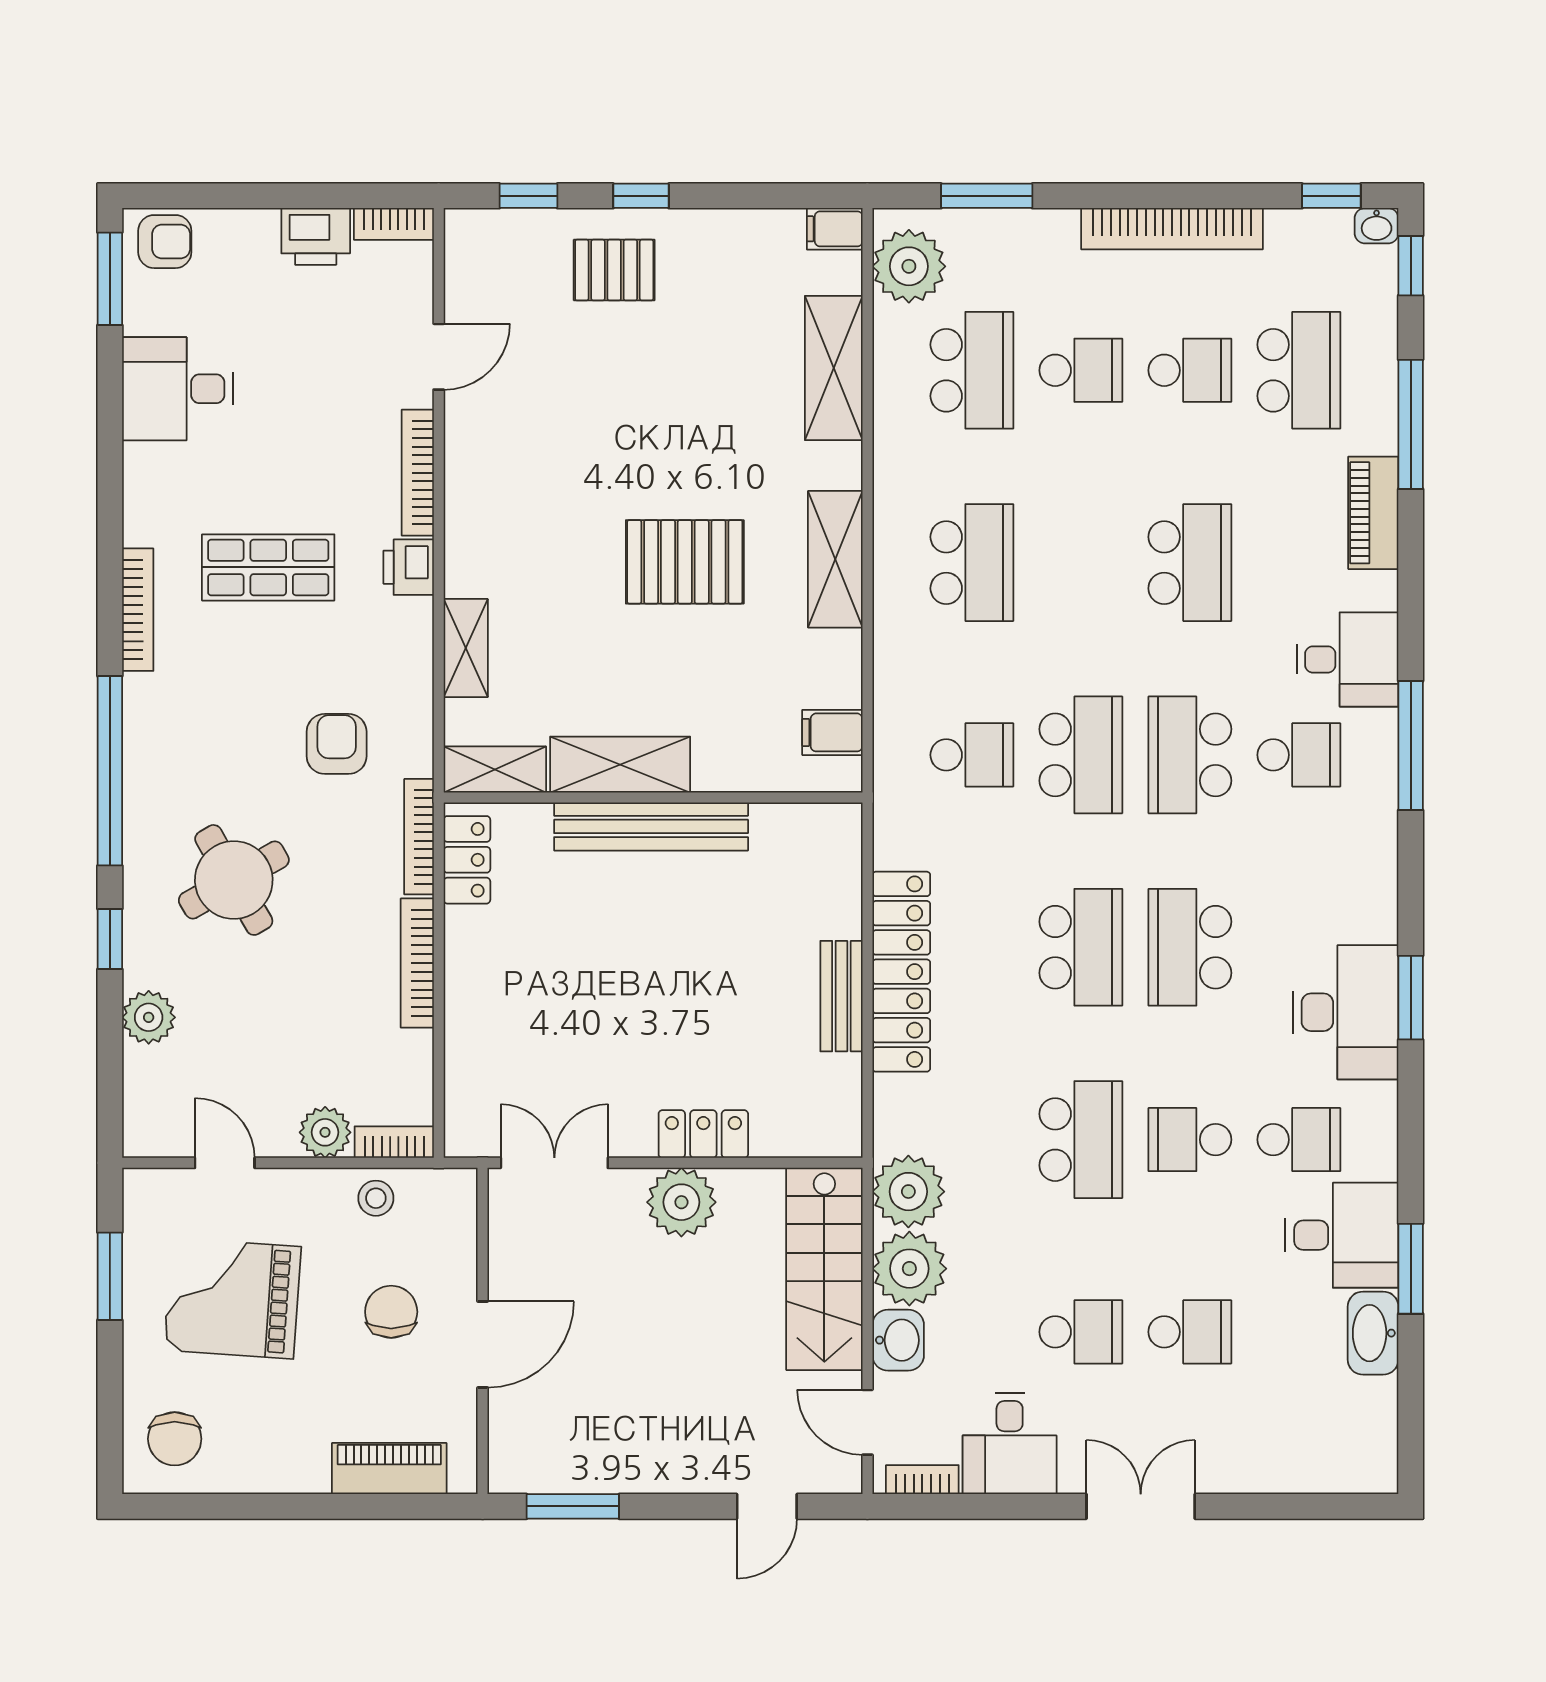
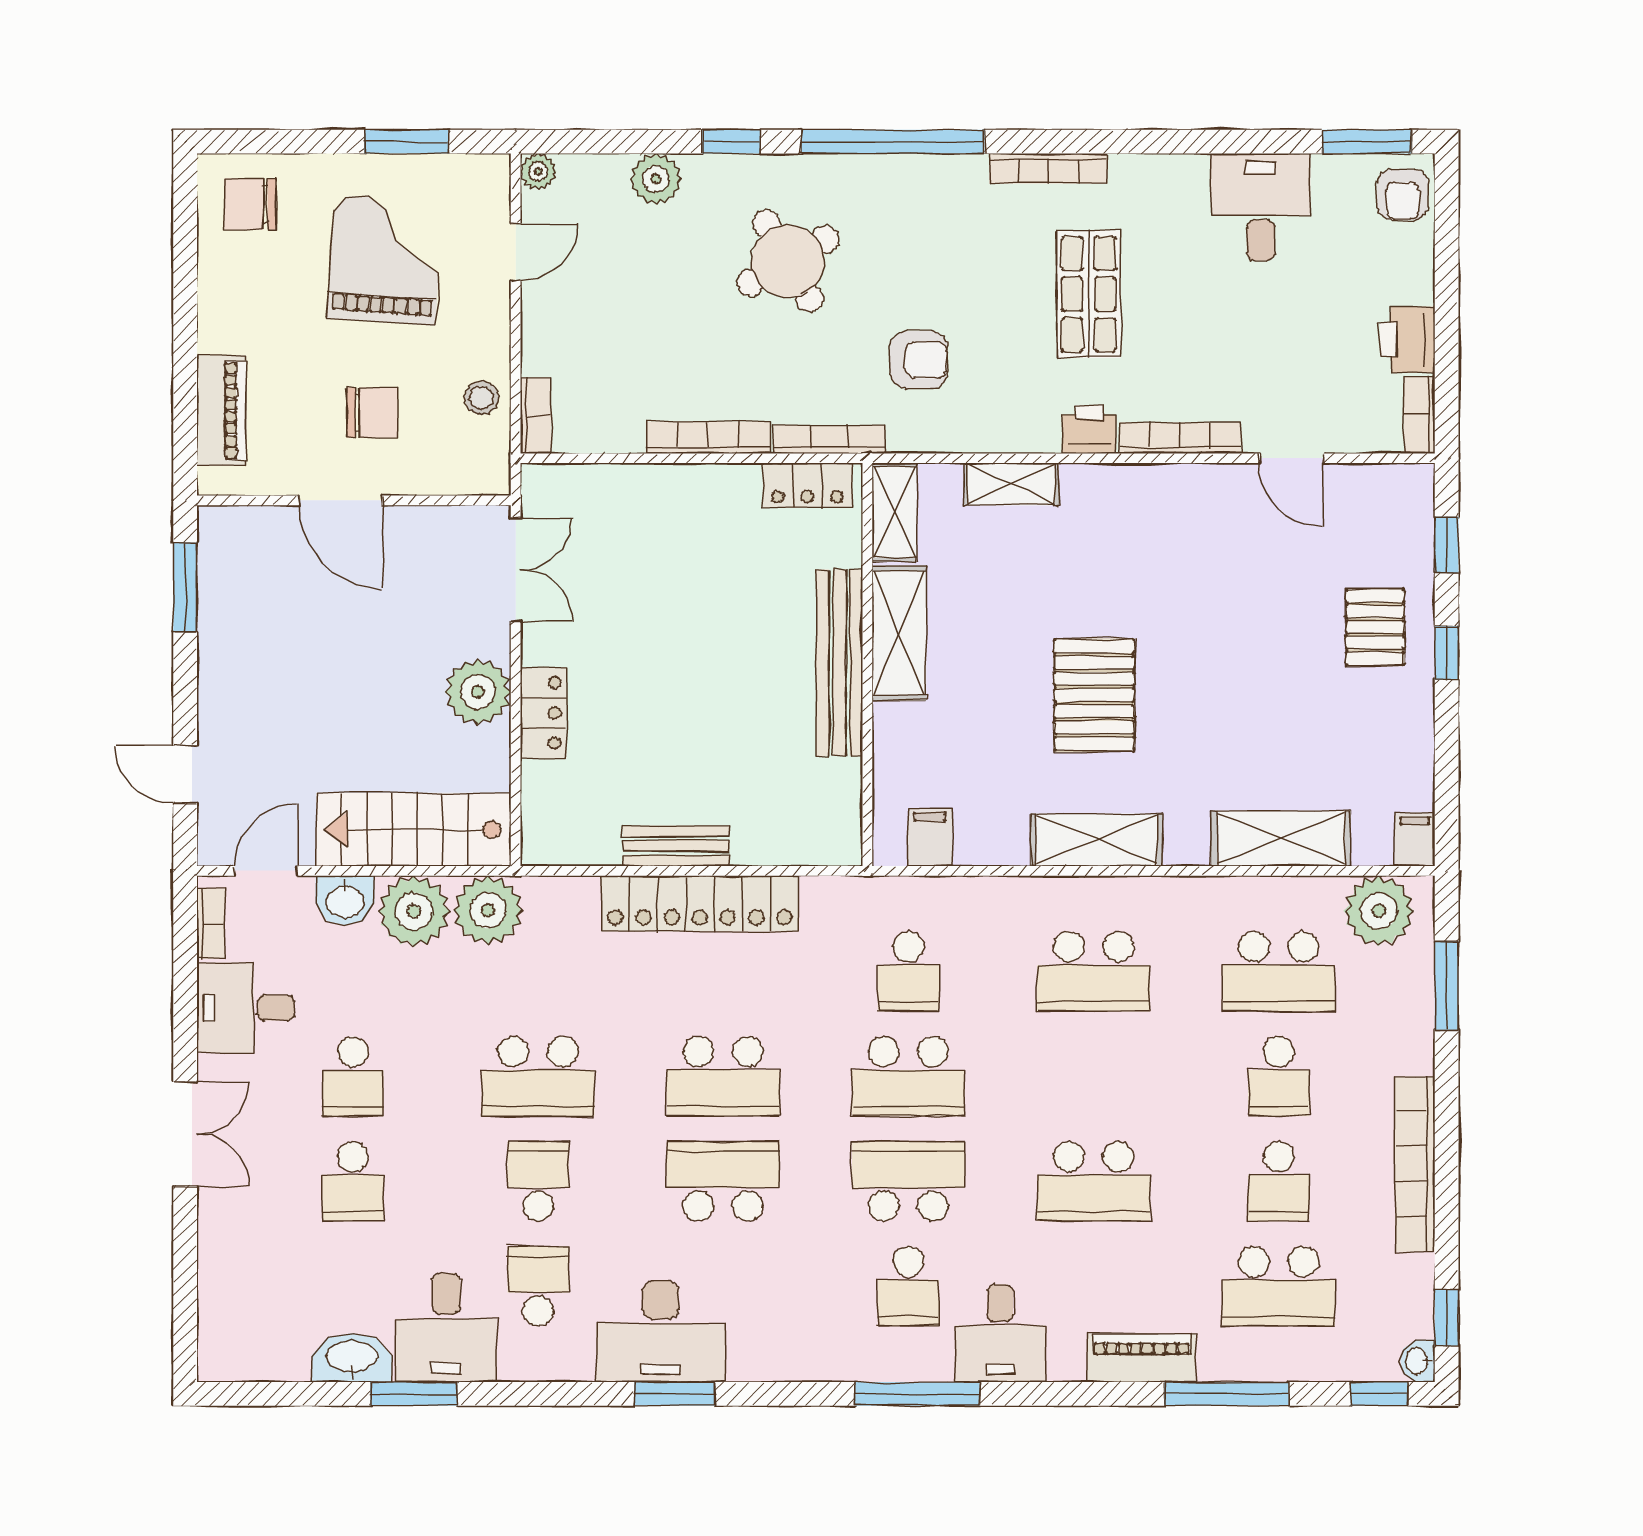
plant: (325, 1132) -> (538, 171), moved, width x0.73, depth x0.73
school desk: (1299, 1140) -> (538, 1286), turned 180

